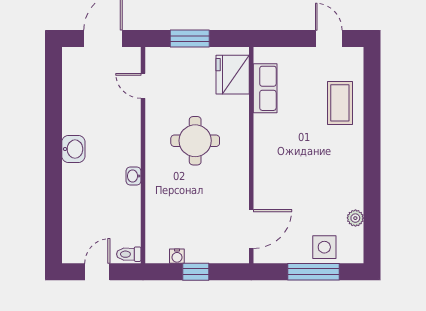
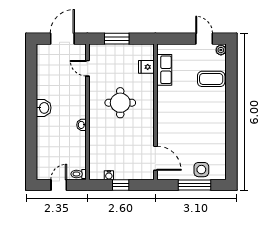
fridge: (233, 75) -> (146, 67), width x0.53, depth x0.75
coffee table: (340, 103) -> (211, 79), turned 90
plant: (355, 218) -> (221, 50), moved
door: (251, 229) -> (155, 158), hinge flipped

